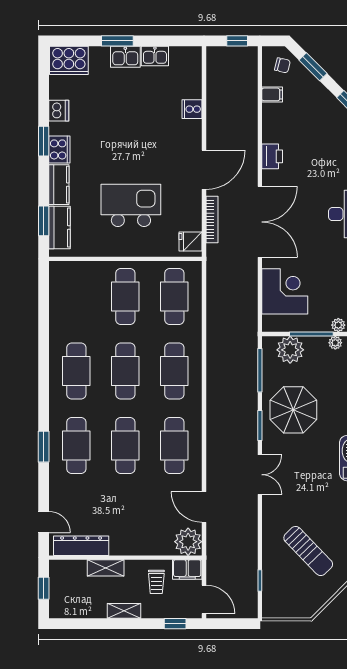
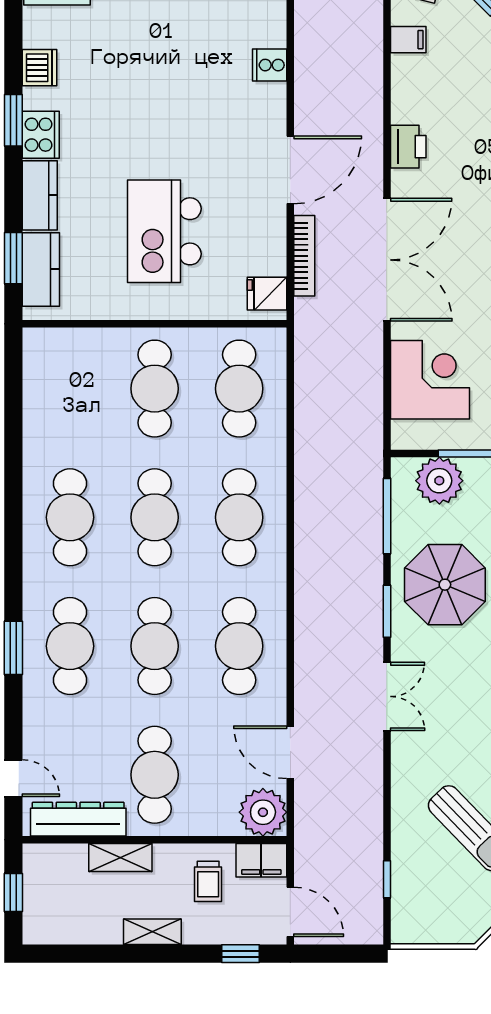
kitchen island: (131, 205) -> (164, 231), turned -90
cafe table: (125, 520) -> (155, 775), added

